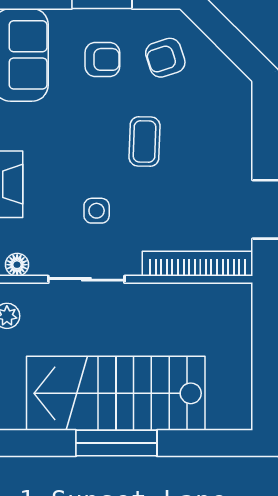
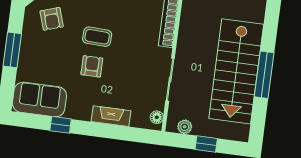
armchair: (102, 59) -> (92, 66), moved
side table: (97, 211) -> (132, 69), removed

